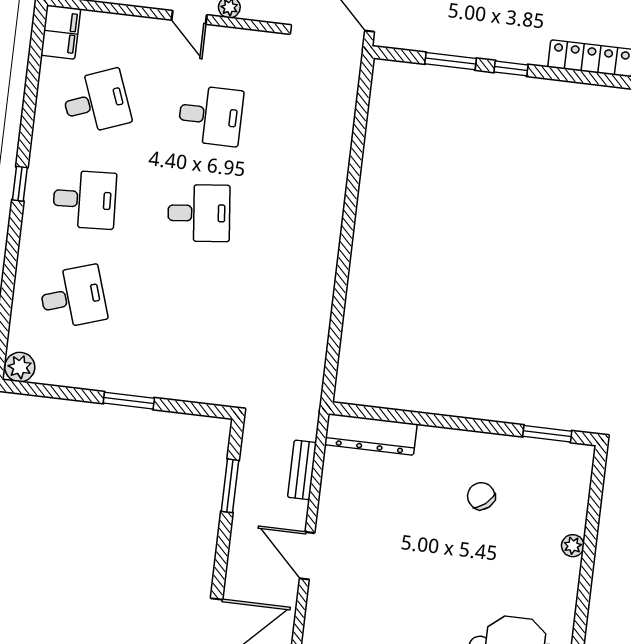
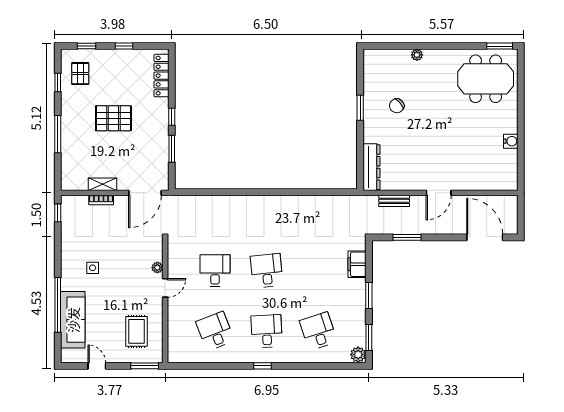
filing cabinet: (61, 32) -> (357, 264), moved, turned -90
window: (50, 391) -> (369, 338), added
window: (547, 434) -> (360, 108), moved

